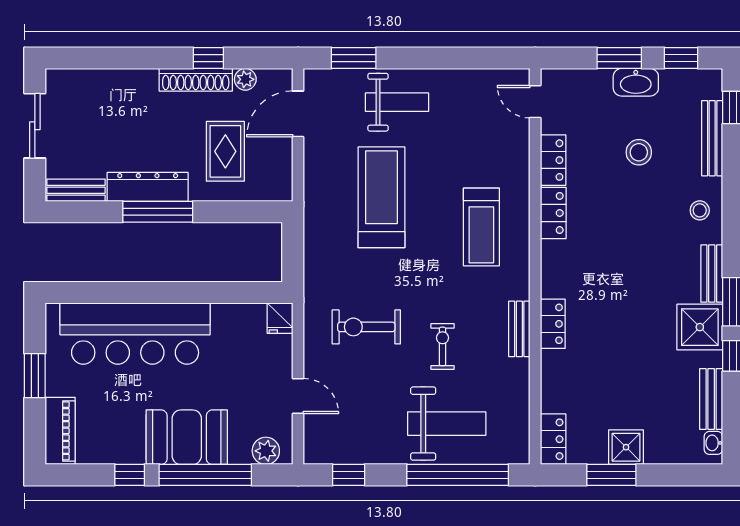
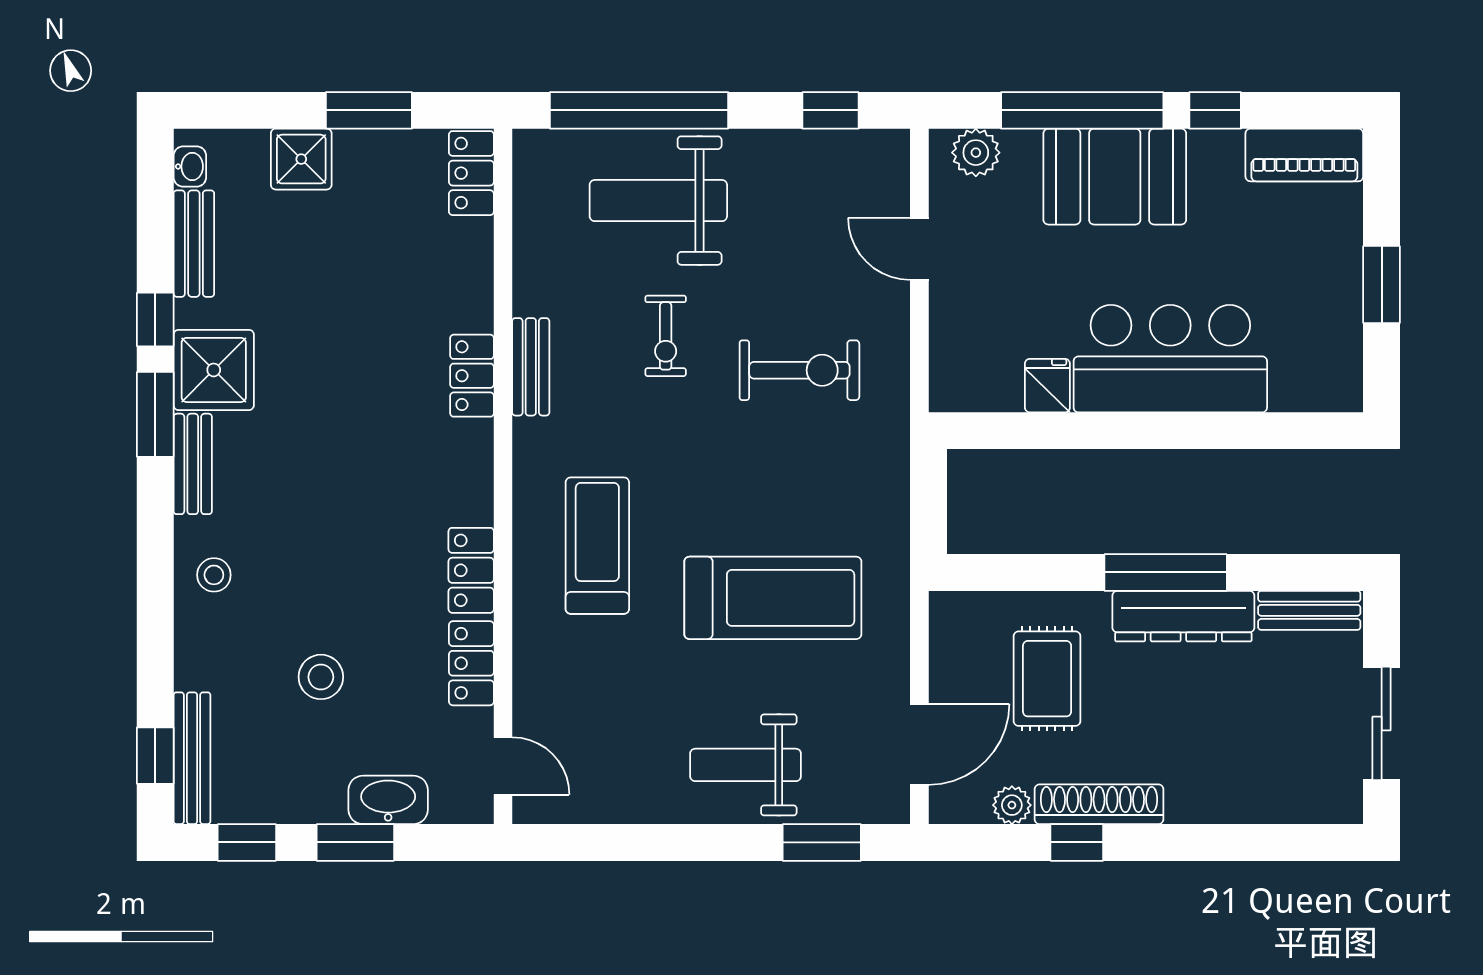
washbasin: (636, 82) -> (388, 800), moved
bench: (712, 138) -> (192, 758), moved
treadmill: (381, 197) -> (773, 598), turned -90
fridge: (280, 318) -> (1047, 386), moved
bar counter: (135, 334) -> (1170, 359), width x0.73
piano: (60, 431) -> (1304, 155), moved, turned -90
shower: (626, 447) -> (301, 159), moved

